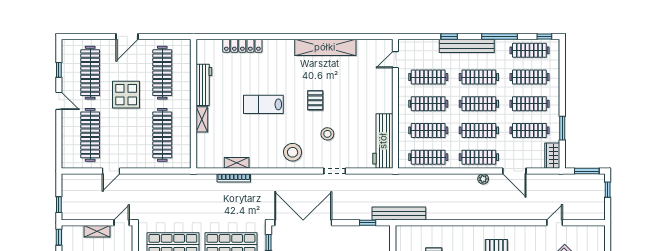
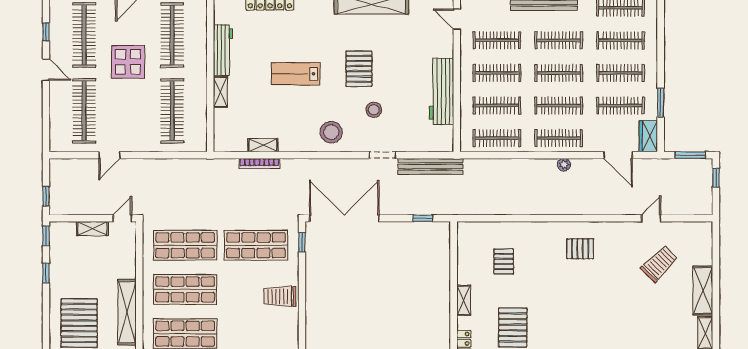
door: (395, 60) -> (457, 19), hinge flipped
pallet: (315, 100) -> (359, 69), width x1.50, depth x1.42
workbench: (383, 141) -> (441, 91), moved
door: (514, 171) -> (618, 155), moved
bench: (399, 214) -> (430, 166), moved

